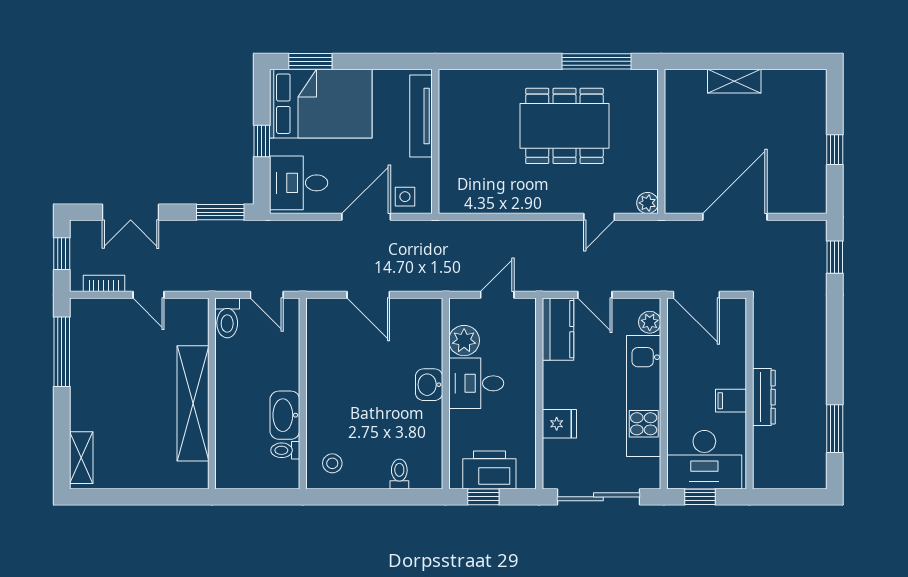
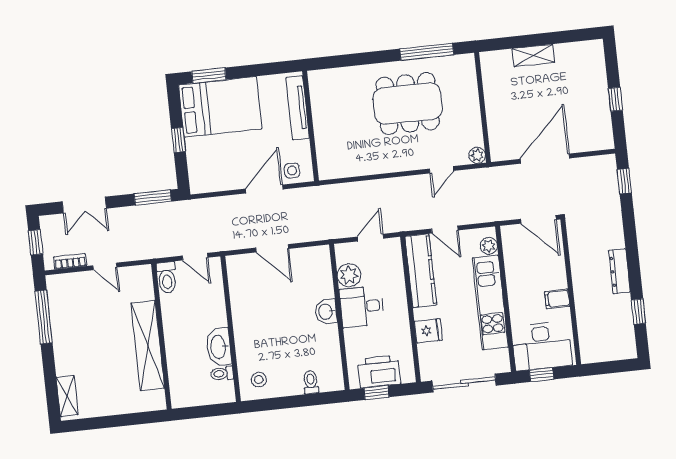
desk: (299, 183) -> (210, 169), removed
door: (696, 295) -> (539, 219), moved
kitchen counter: (558, 329) -> (421, 271), width x1.50
dresser: (764, 397) -> (619, 271), moved, turned 180
window: (835, 429) -> (638, 312), width x0.67

